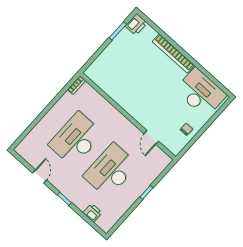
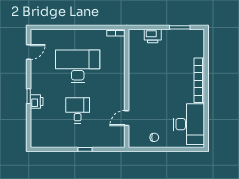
printer: (136, 24) -> (153, 36), moved
desk: (110, 170) -> (78, 110), width x0.53, depth x0.77
door: (40, 176) -> (29, 52), moved
printer: (92, 213) -> (37, 101), moved

